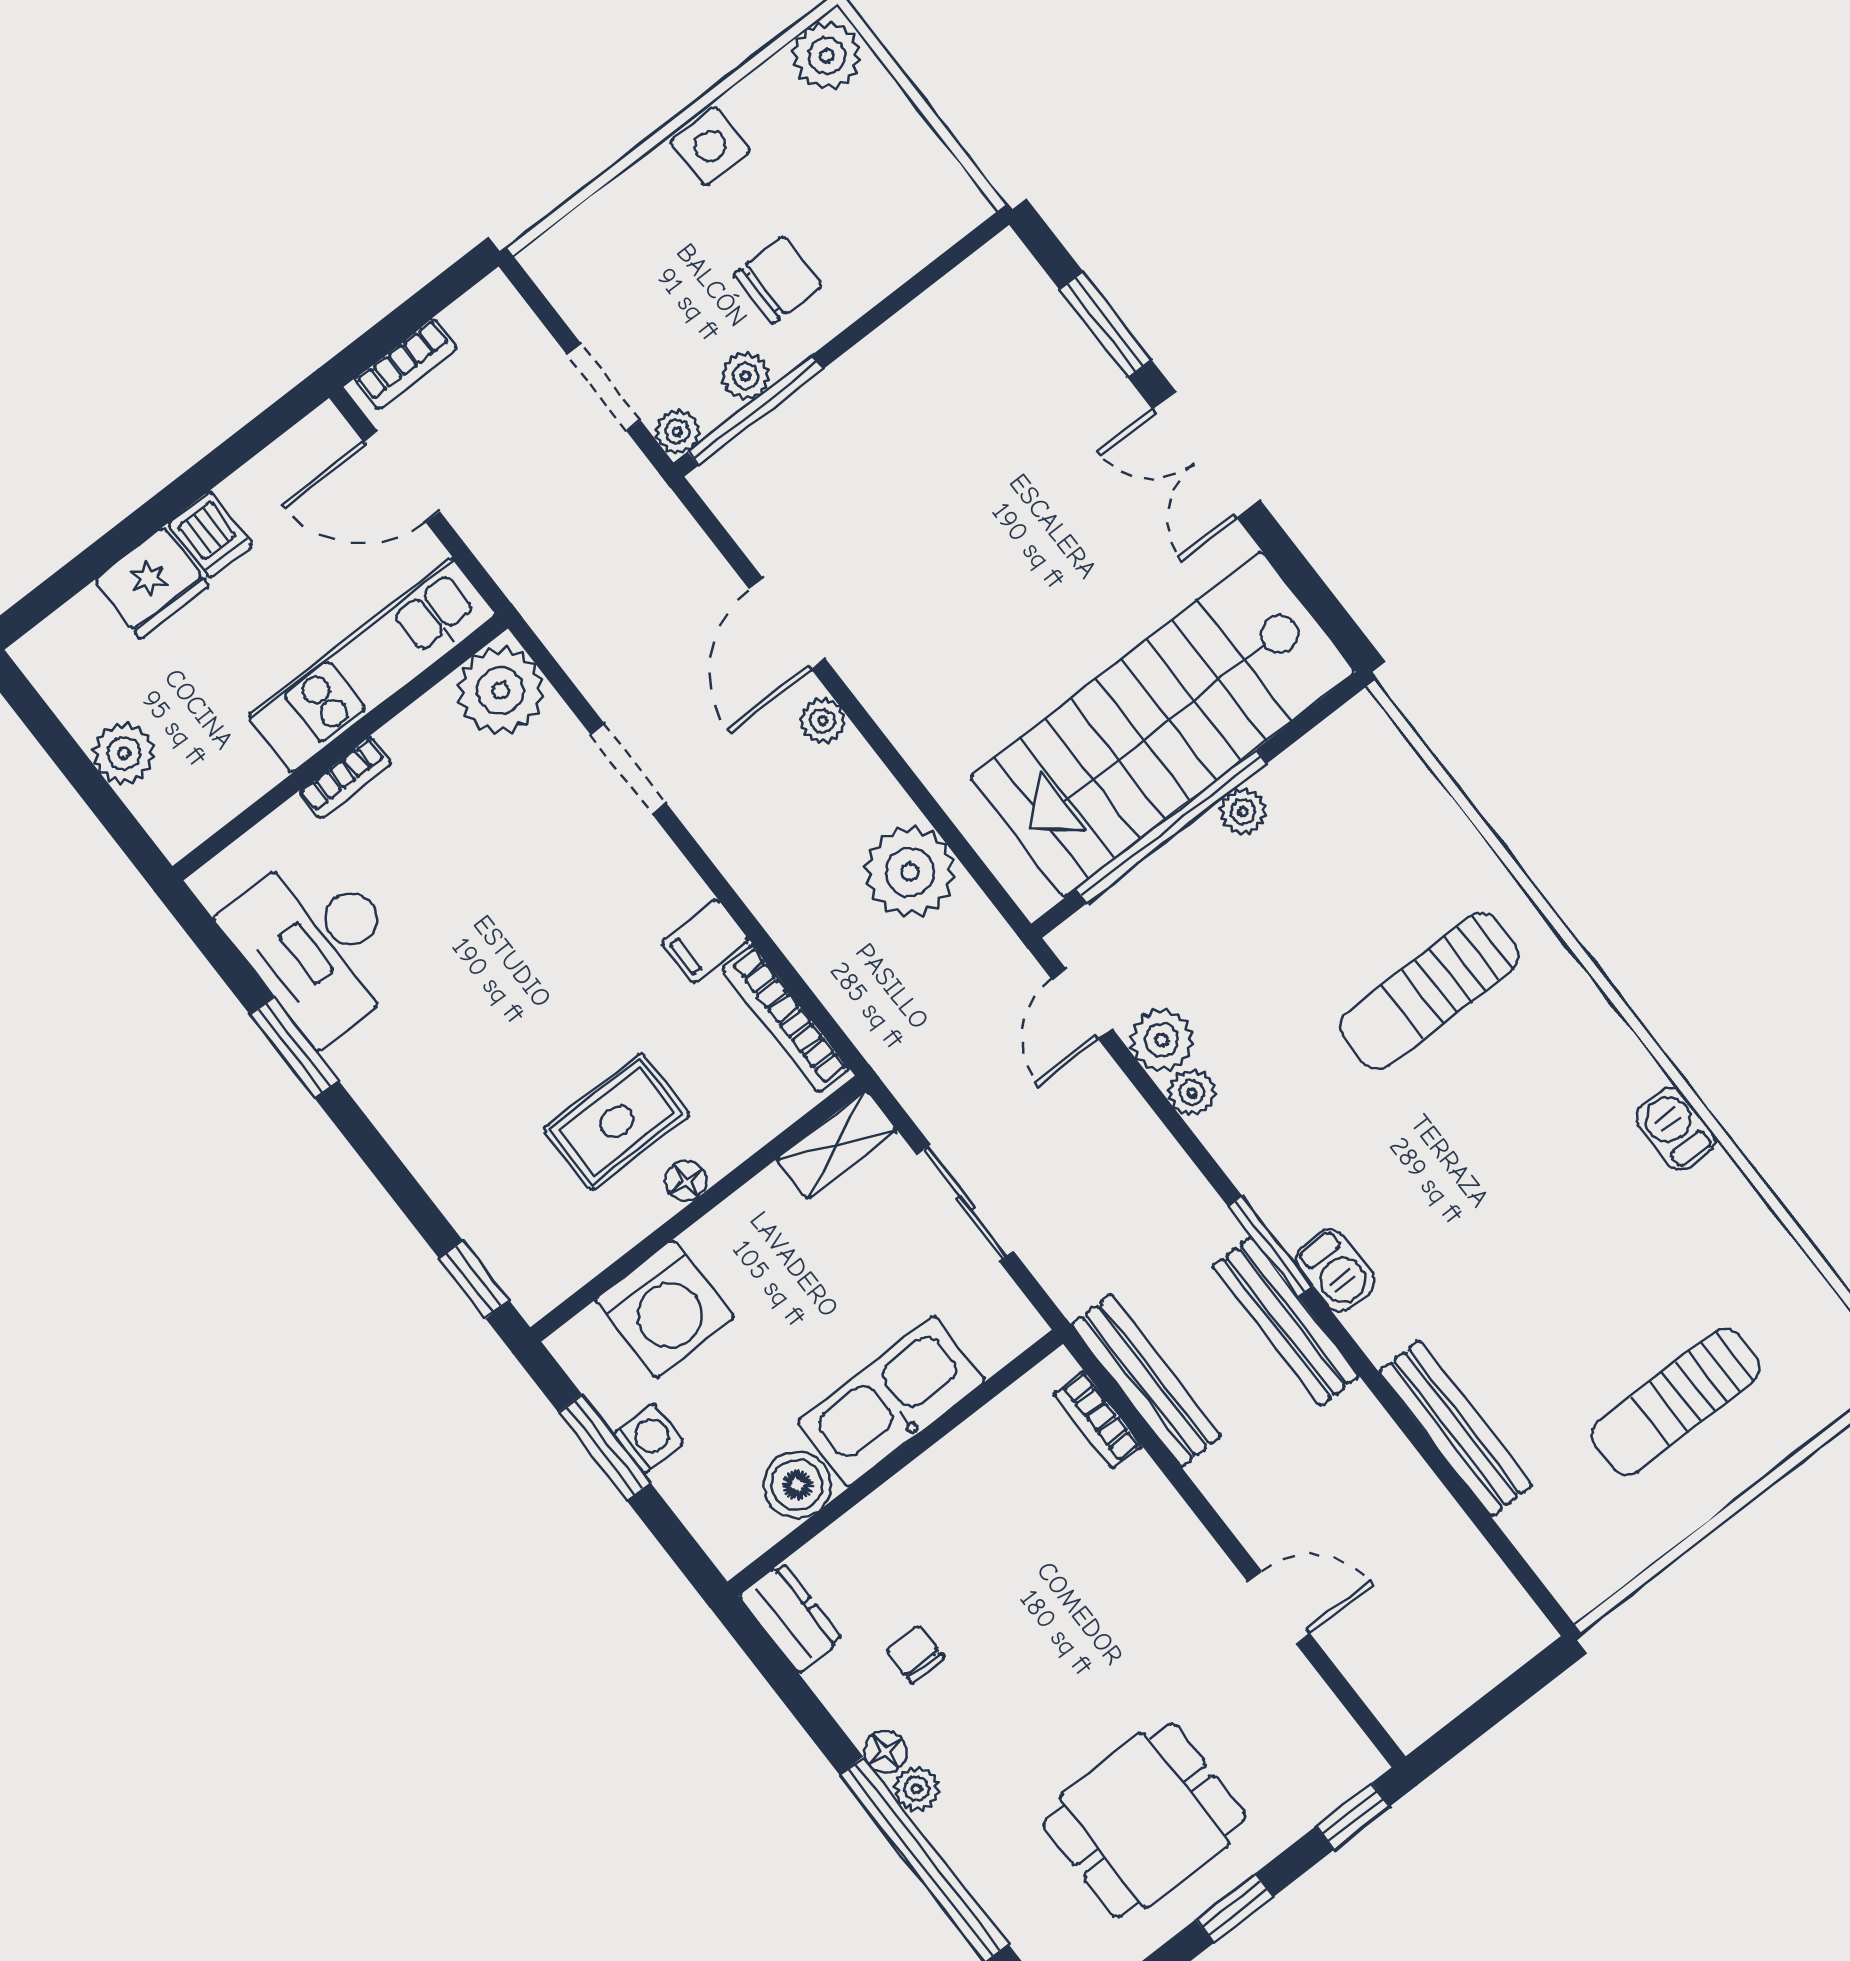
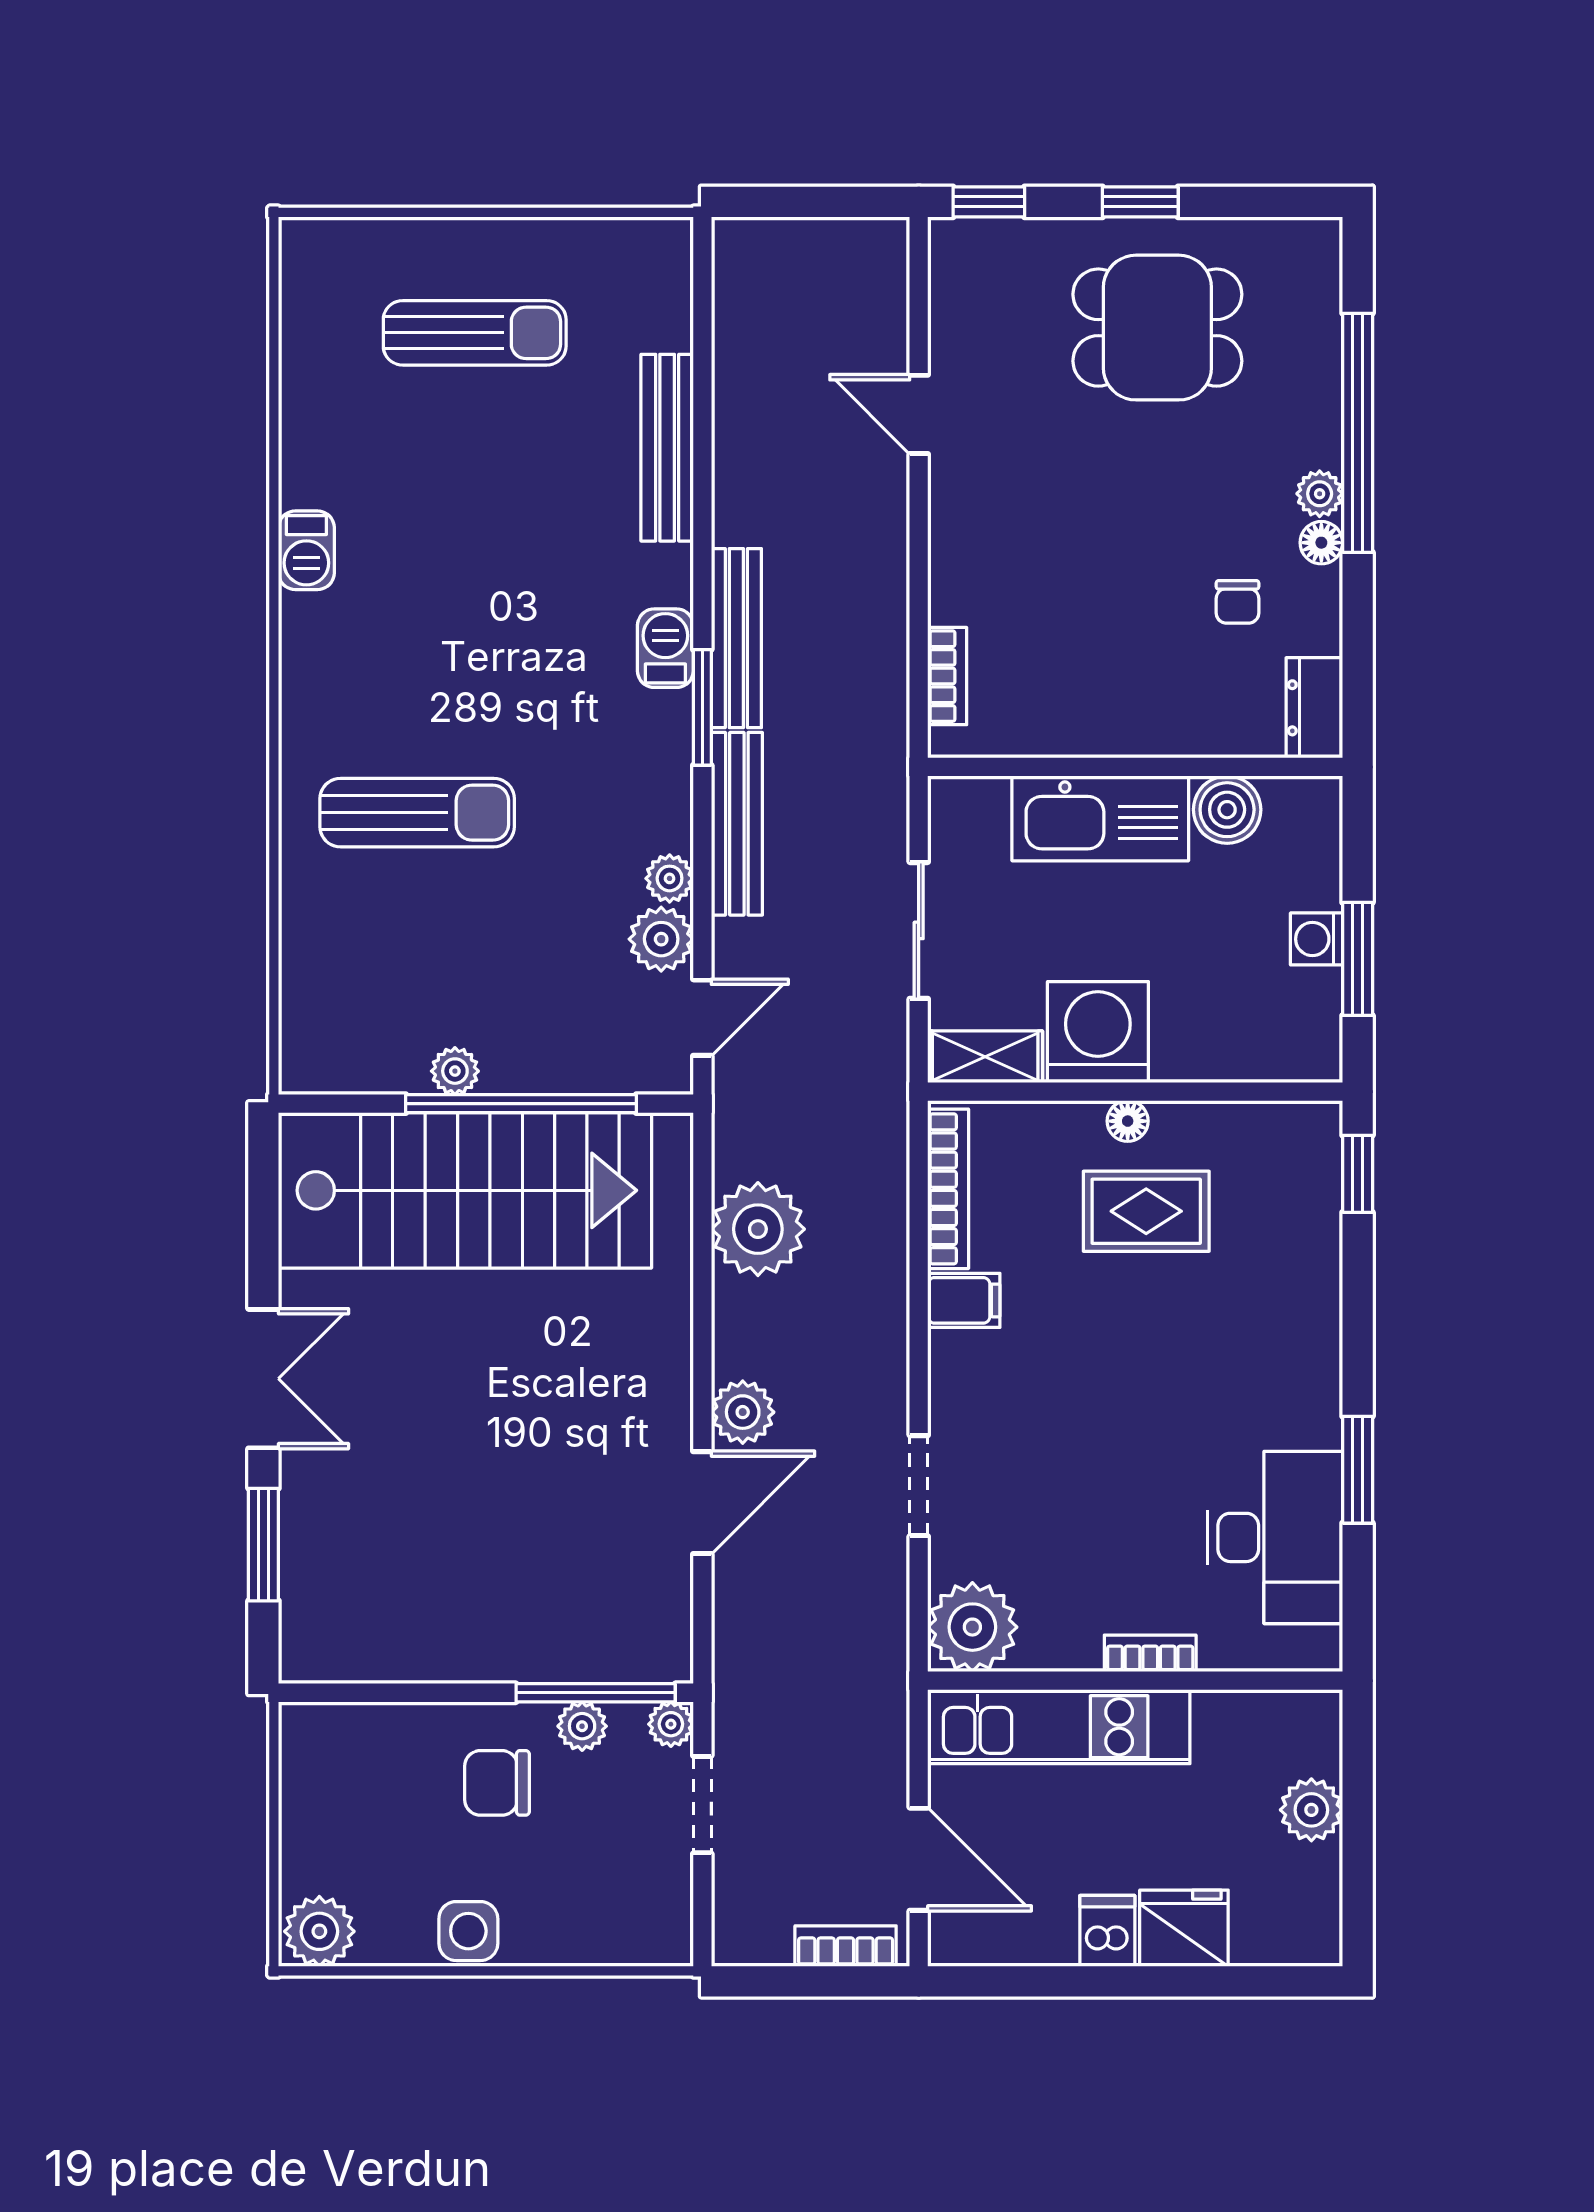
plant: (823, 721) -> (743, 1412), width x1.38, depth x1.38
washing machine: (665, 1309) -> (1098, 1032), moved
bench: (1146, 1381) -> (737, 824), moved

